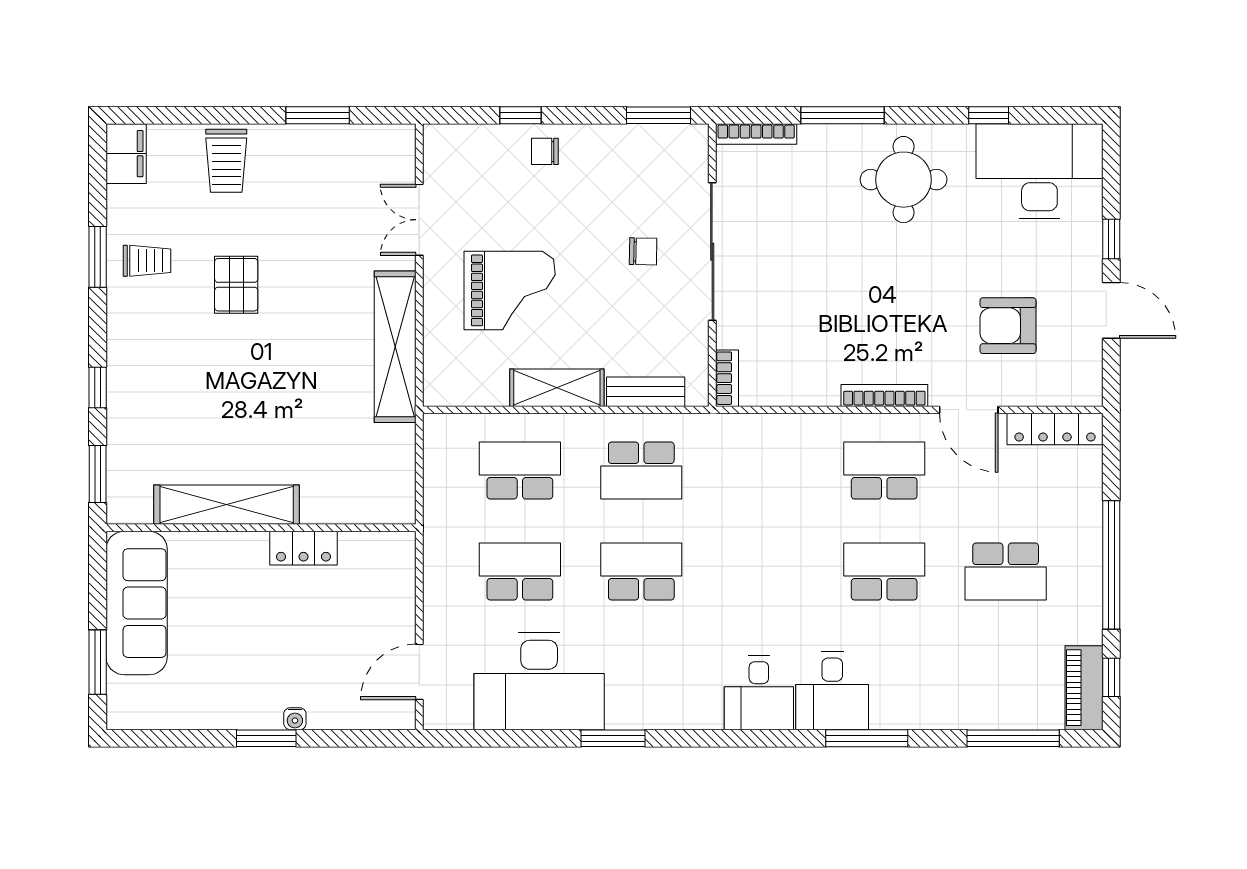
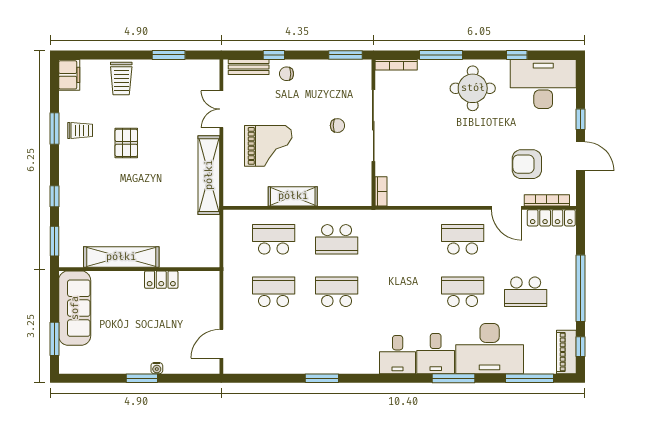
bench: (646, 392) -> (249, 67), moved
bookcase: (884, 395) -> (547, 200), moved
desk: (539, 681) -> (490, 349), moved

